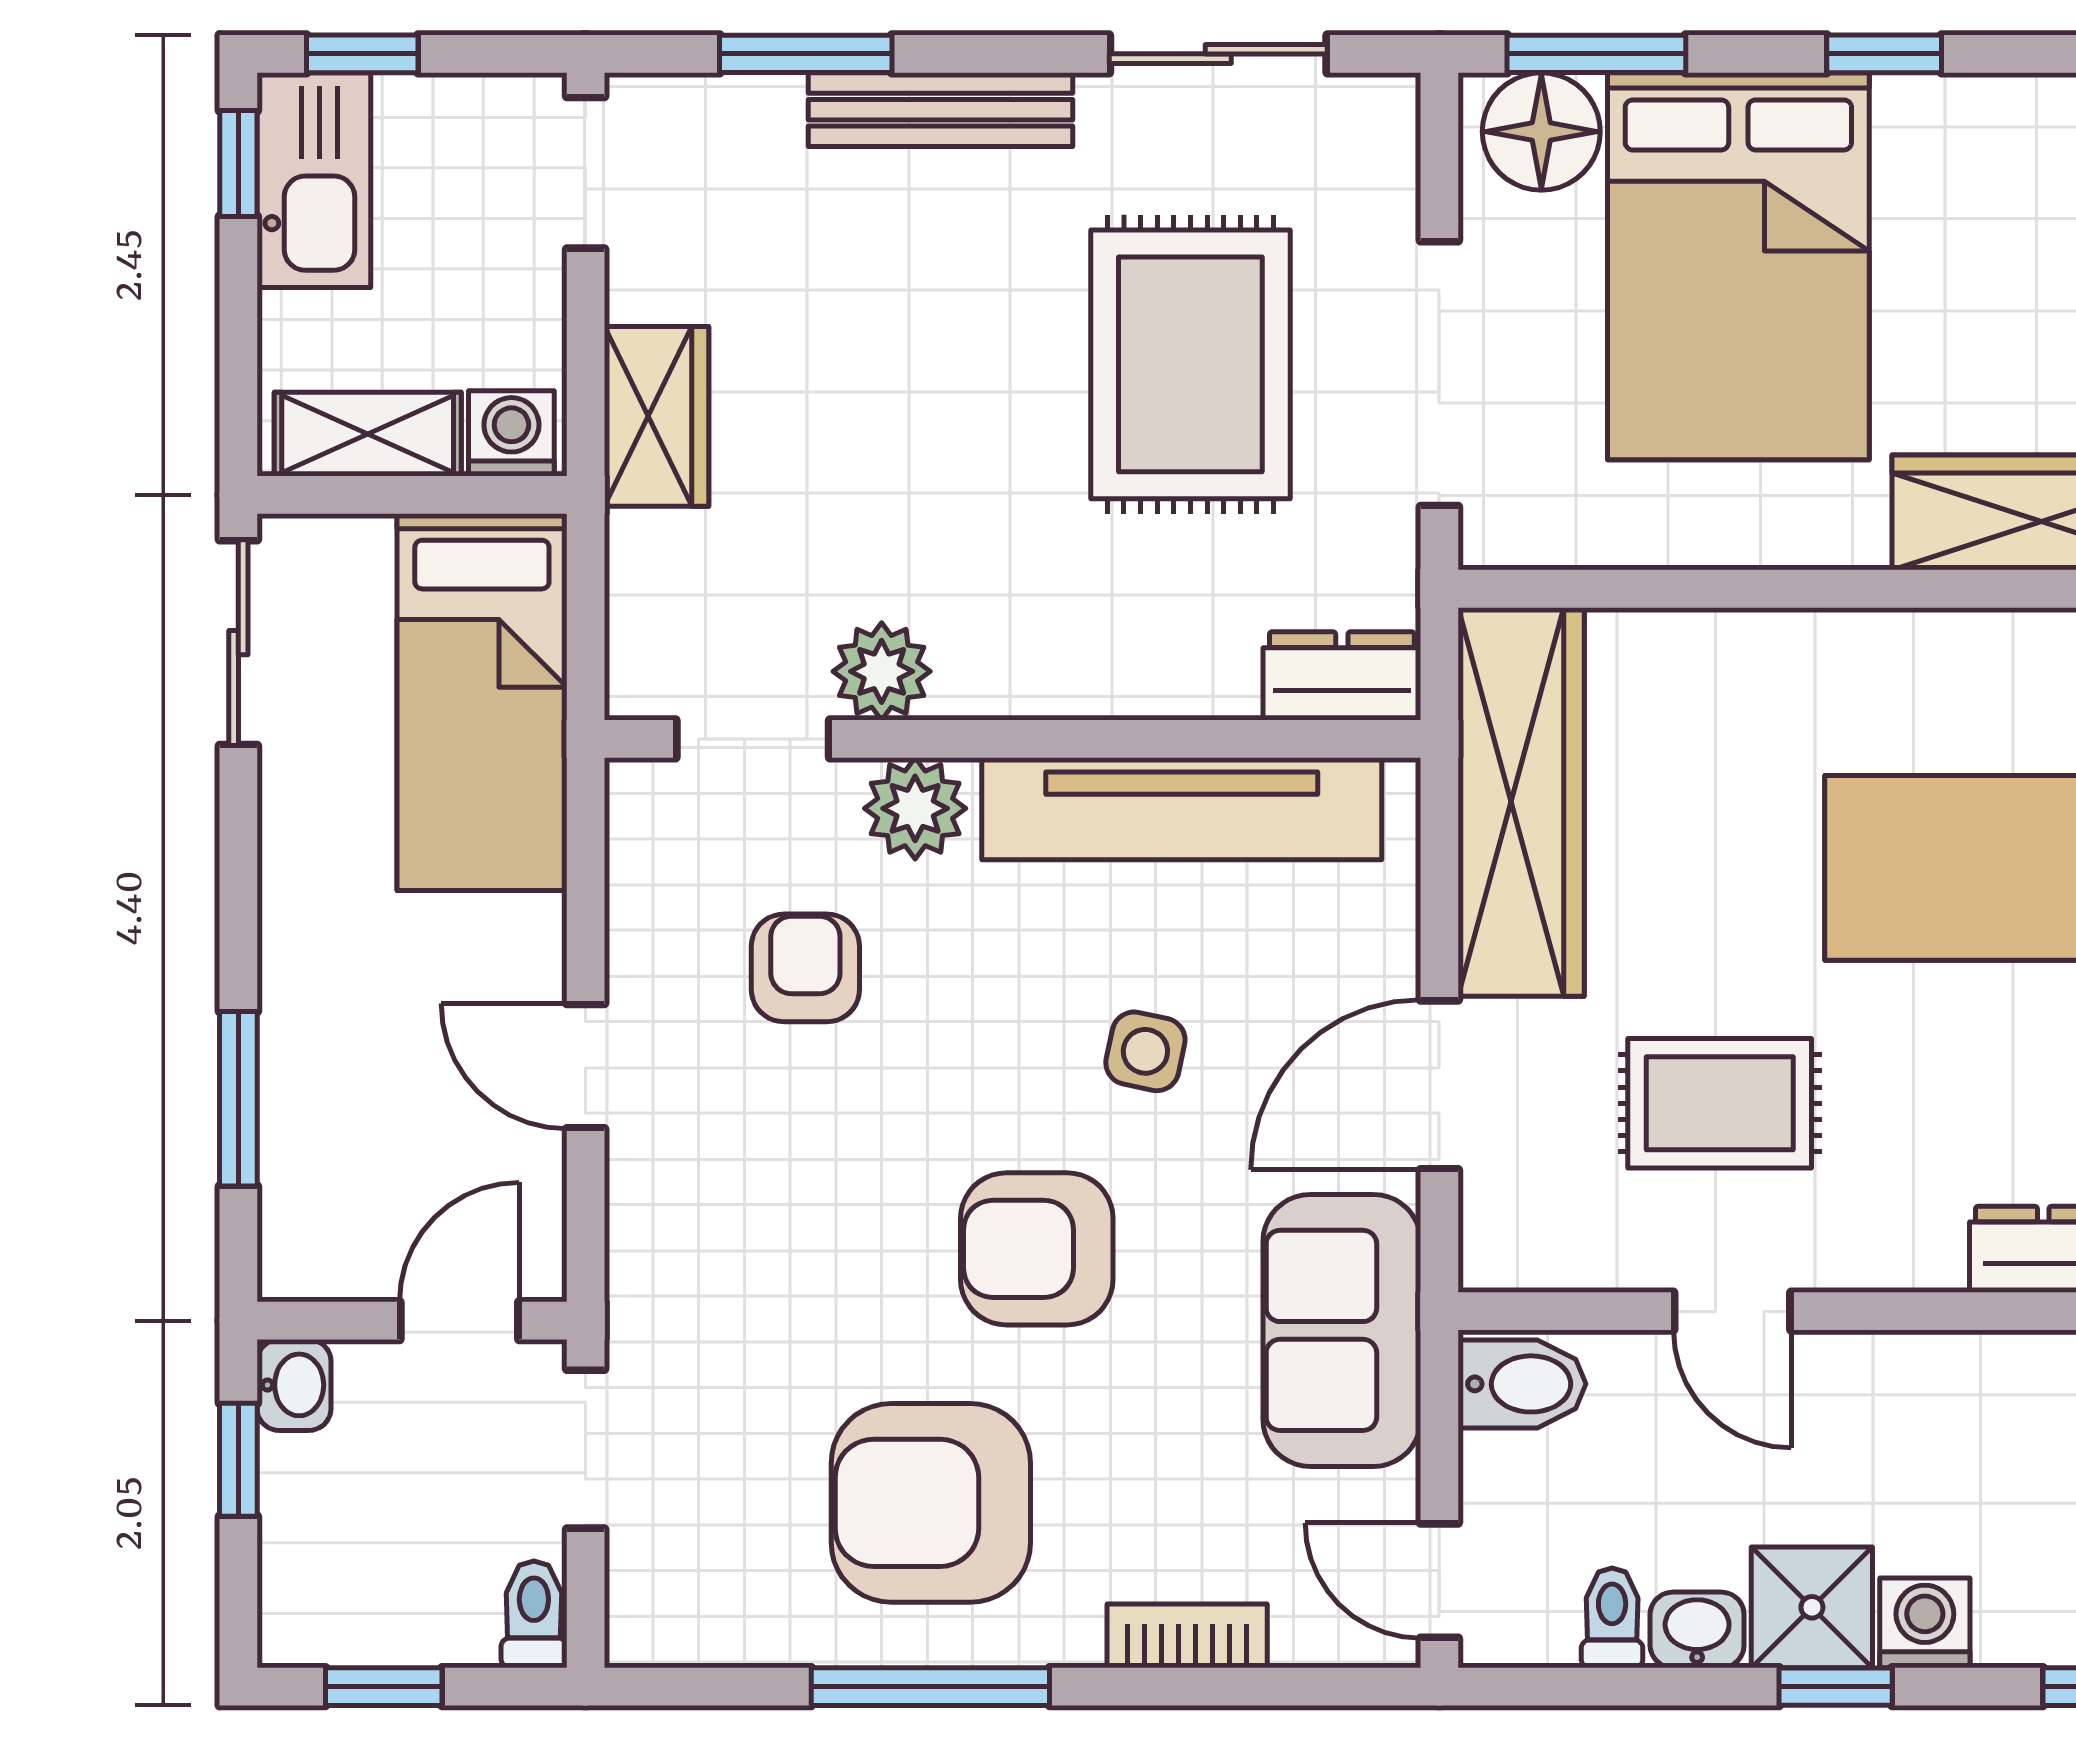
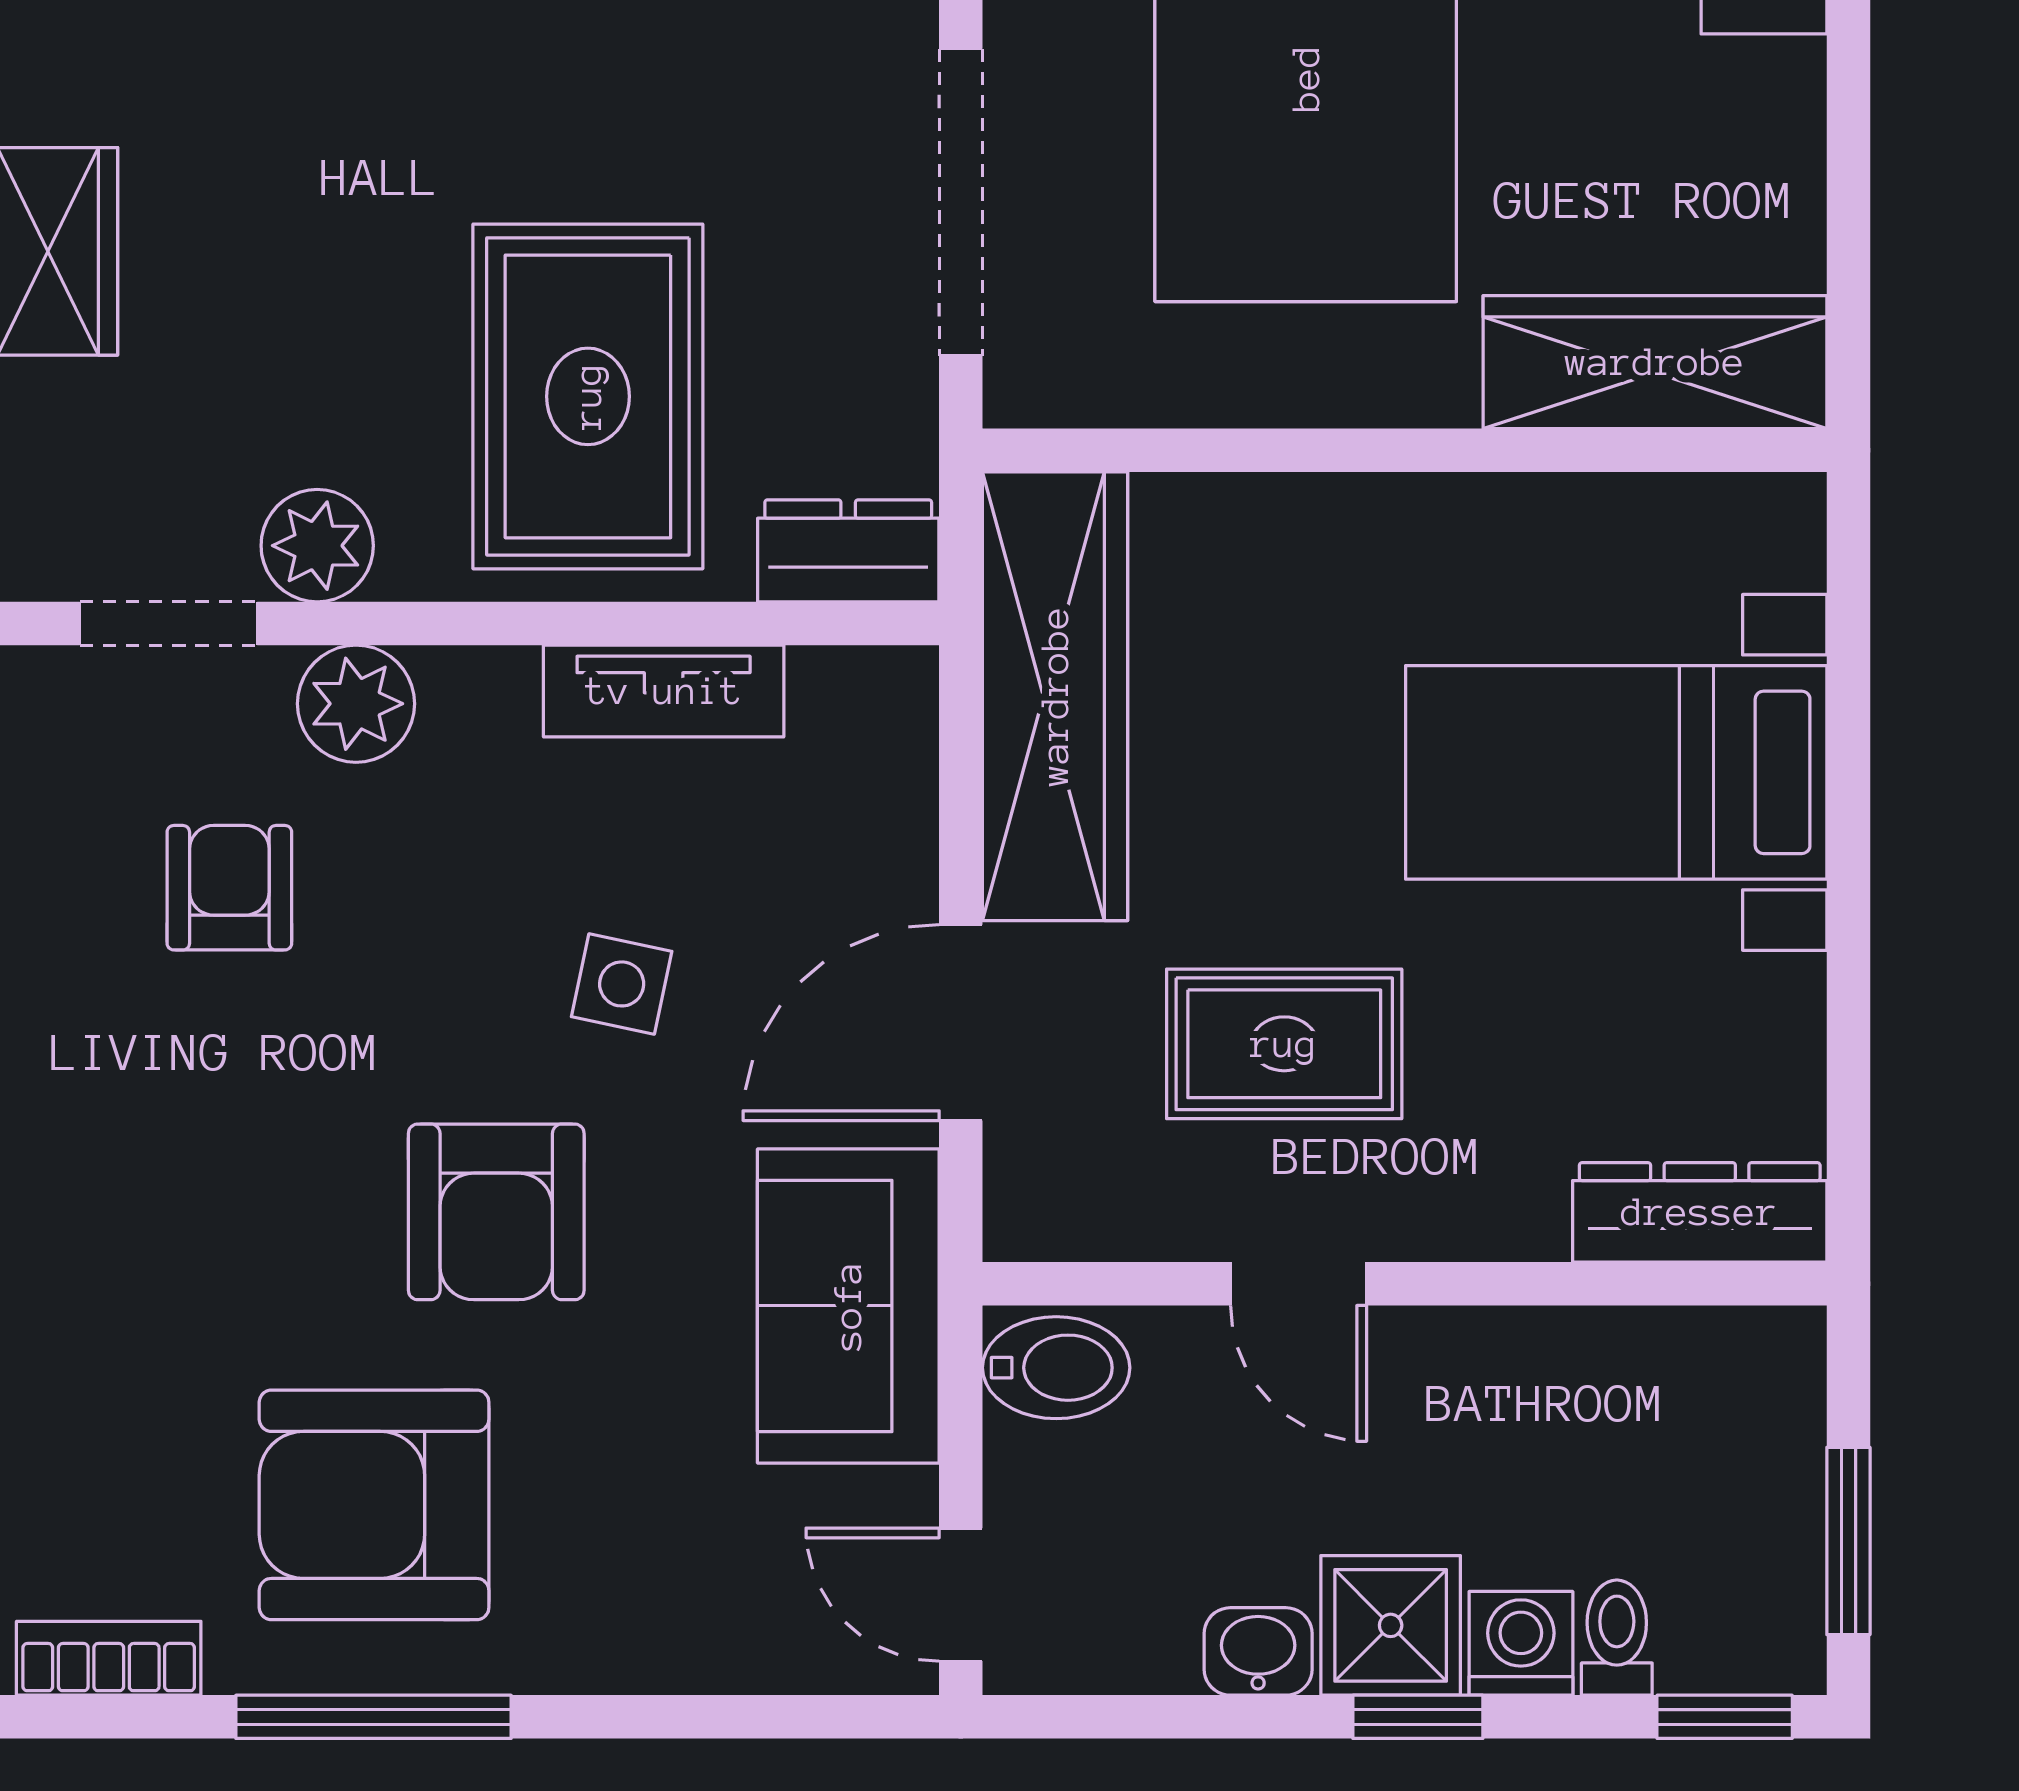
rug: (1190, 364) -> (588, 396), moved
tv unit: (1182, 809) -> (664, 691), width x0.52, depth x0.78
armchair: (1037, 1249) -> (496, 1212), turned -90
toilet: (1612, 1618) -> (1617, 1638), moved
bookcase: (1187, 1636) -> (109, 1658), moved

